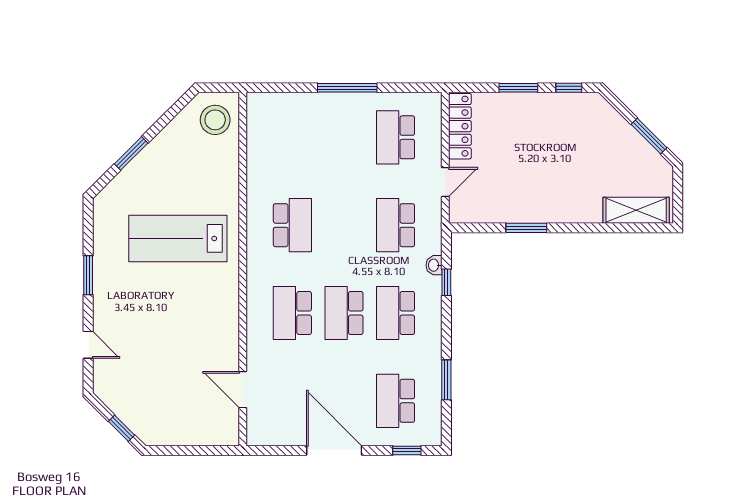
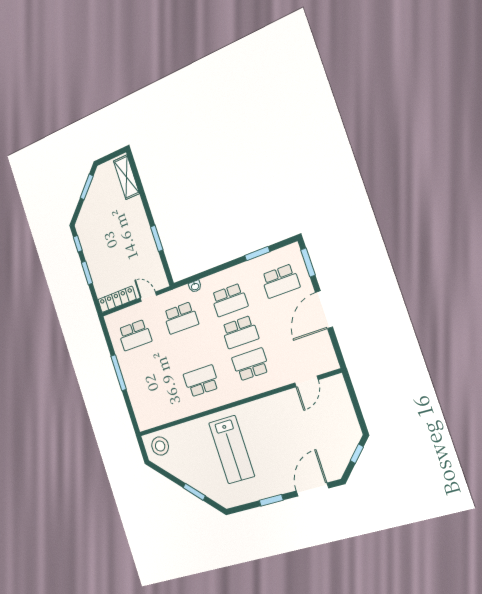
window: (446, 282) -> (202, 275), removed
school desk: (292, 313) -> (251, 364), turned 180
door: (88, 345) -> (312, 489), width x1.88
window: (407, 450) -> (308, 263), width x1.50

